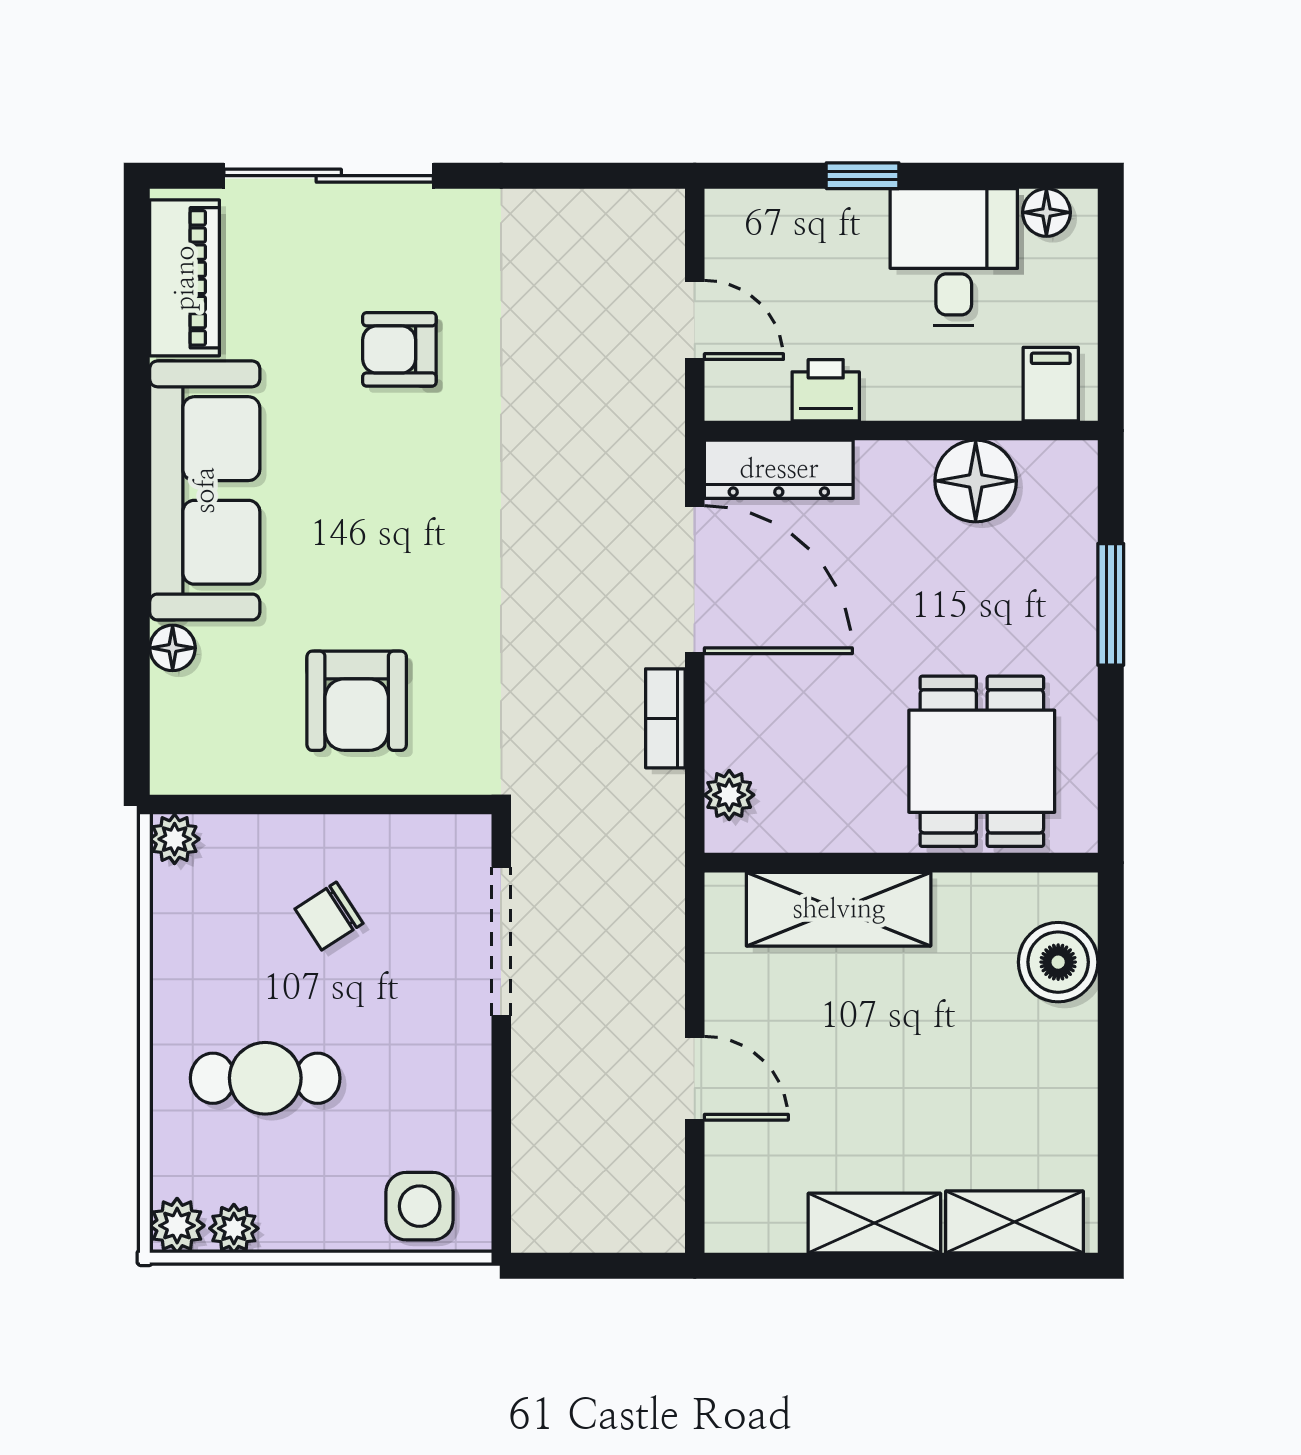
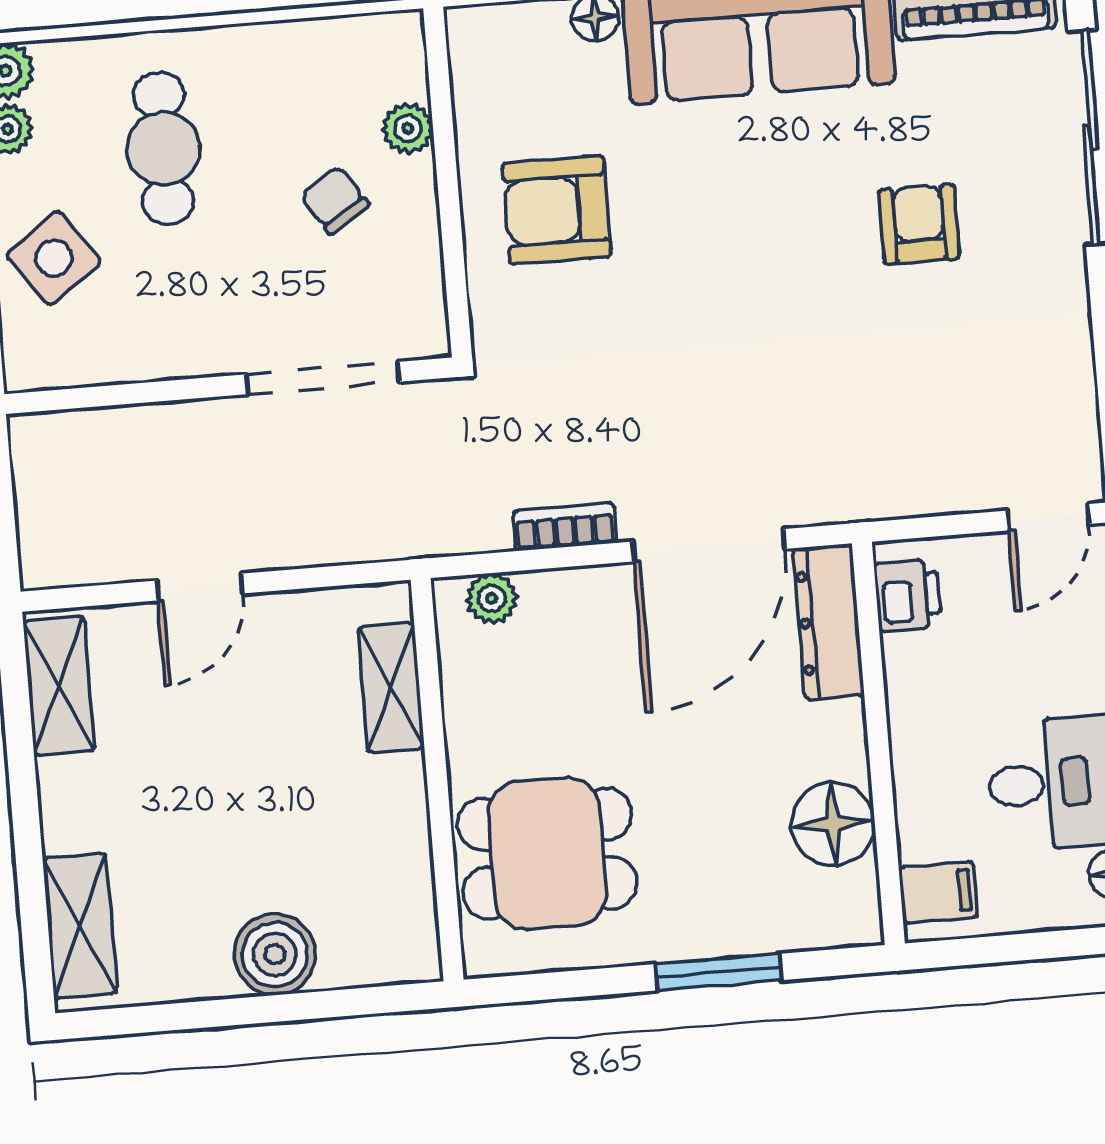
door: (695, 320) -> (1048, 517), moved
printer: (826, 390) -> (908, 595), moved
plant: (175, 839) -> (408, 128), moved
shelving: (839, 909) -> (391, 688), width x0.67, depth x0.75
boiler: (1058, 962) -> (275, 954), moved
side table: (420, 1206) -> (54, 258), moved, turned -36
shelving: (874, 1223) -> (59, 686), moved

